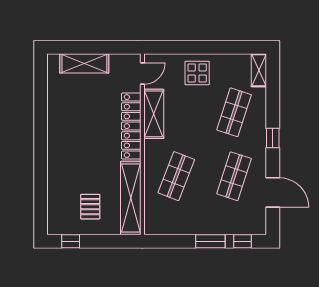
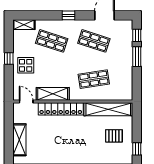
window: (207, 47) -> (9, 58), added
shop shelf: (176, 176) -> (94, 79), turned -30

